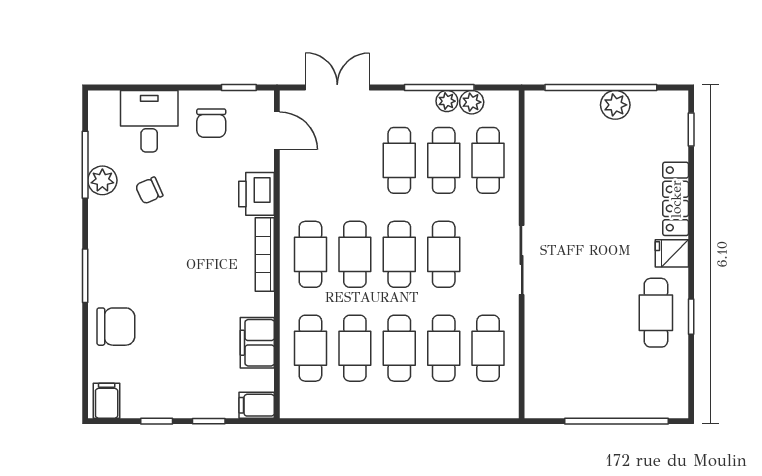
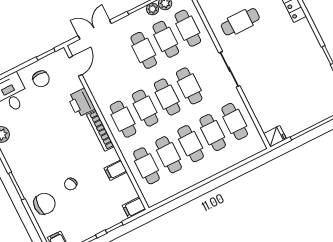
door: (277, 131) -> (76, 66), hinge flipped
chair: (149, 190) -> (71, 184), moved
fridge: (672, 253) -> (275, 136), moved, turned 180
cafe table: (656, 313) -> (240, 22), moved, turned 90
filing cabinet: (257, 343) -> (116, 170), width x0.50

